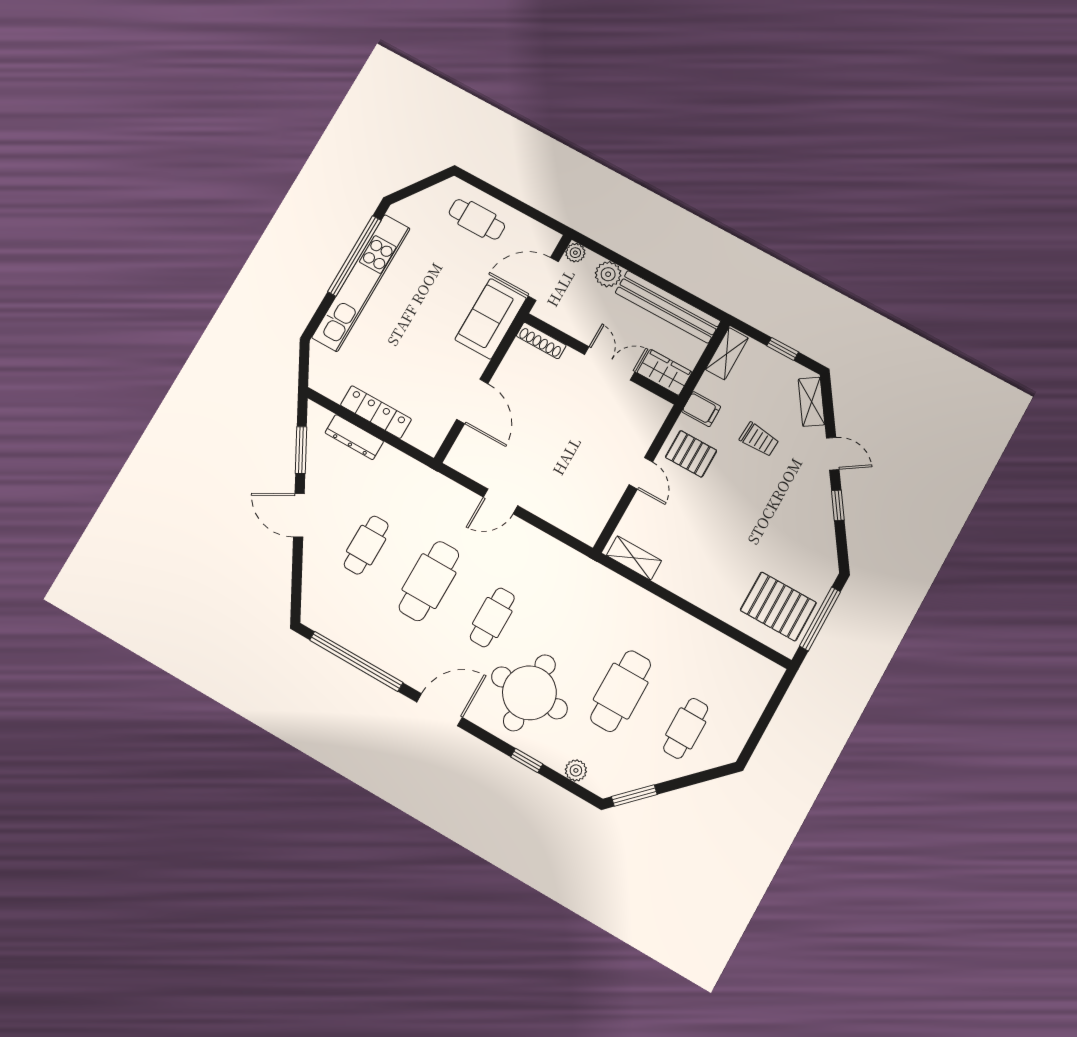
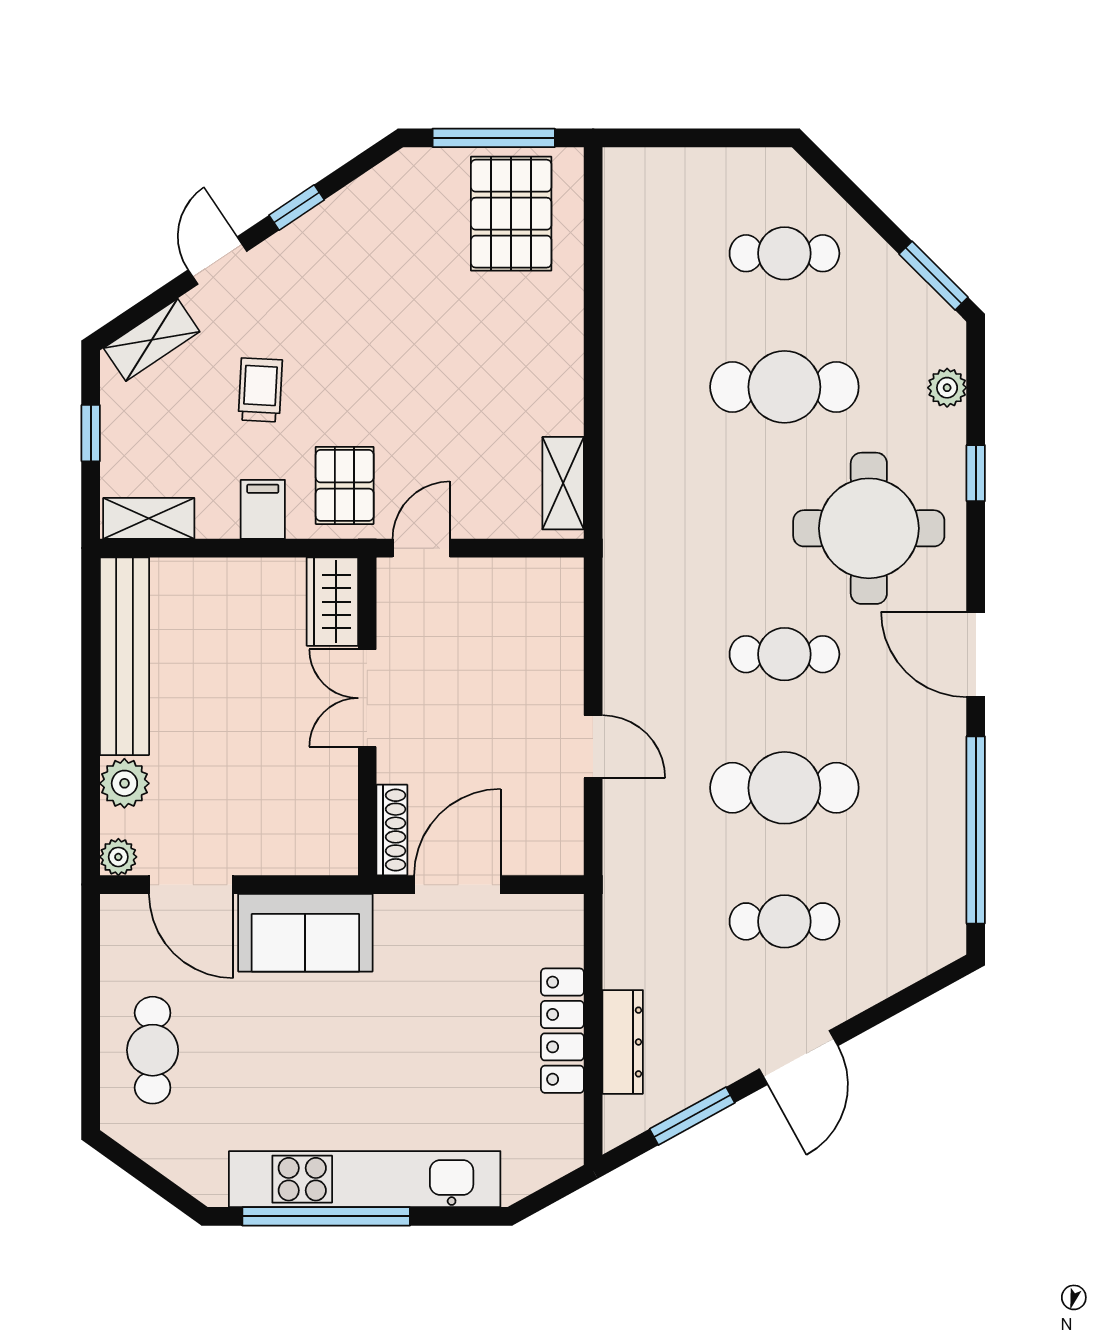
shoe rack: (541, 341) -> (392, 830), moved
wall: (601, 359) -> (367, 716), moved
double door: (610, 363) -> (367, 698), moved
wardrobe: (665, 372) -> (332, 602), moved

